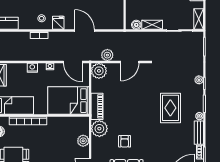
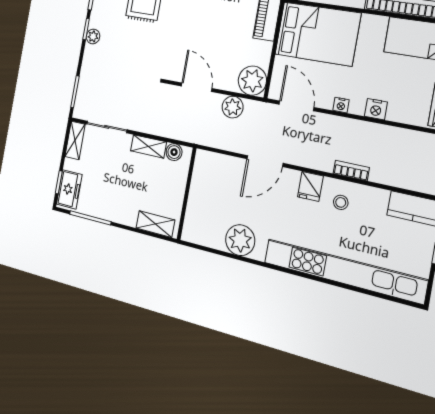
door: (84, 31) -> (265, 161), hinge flipped
door: (130, 62) -> (197, 87), hinge flipped

